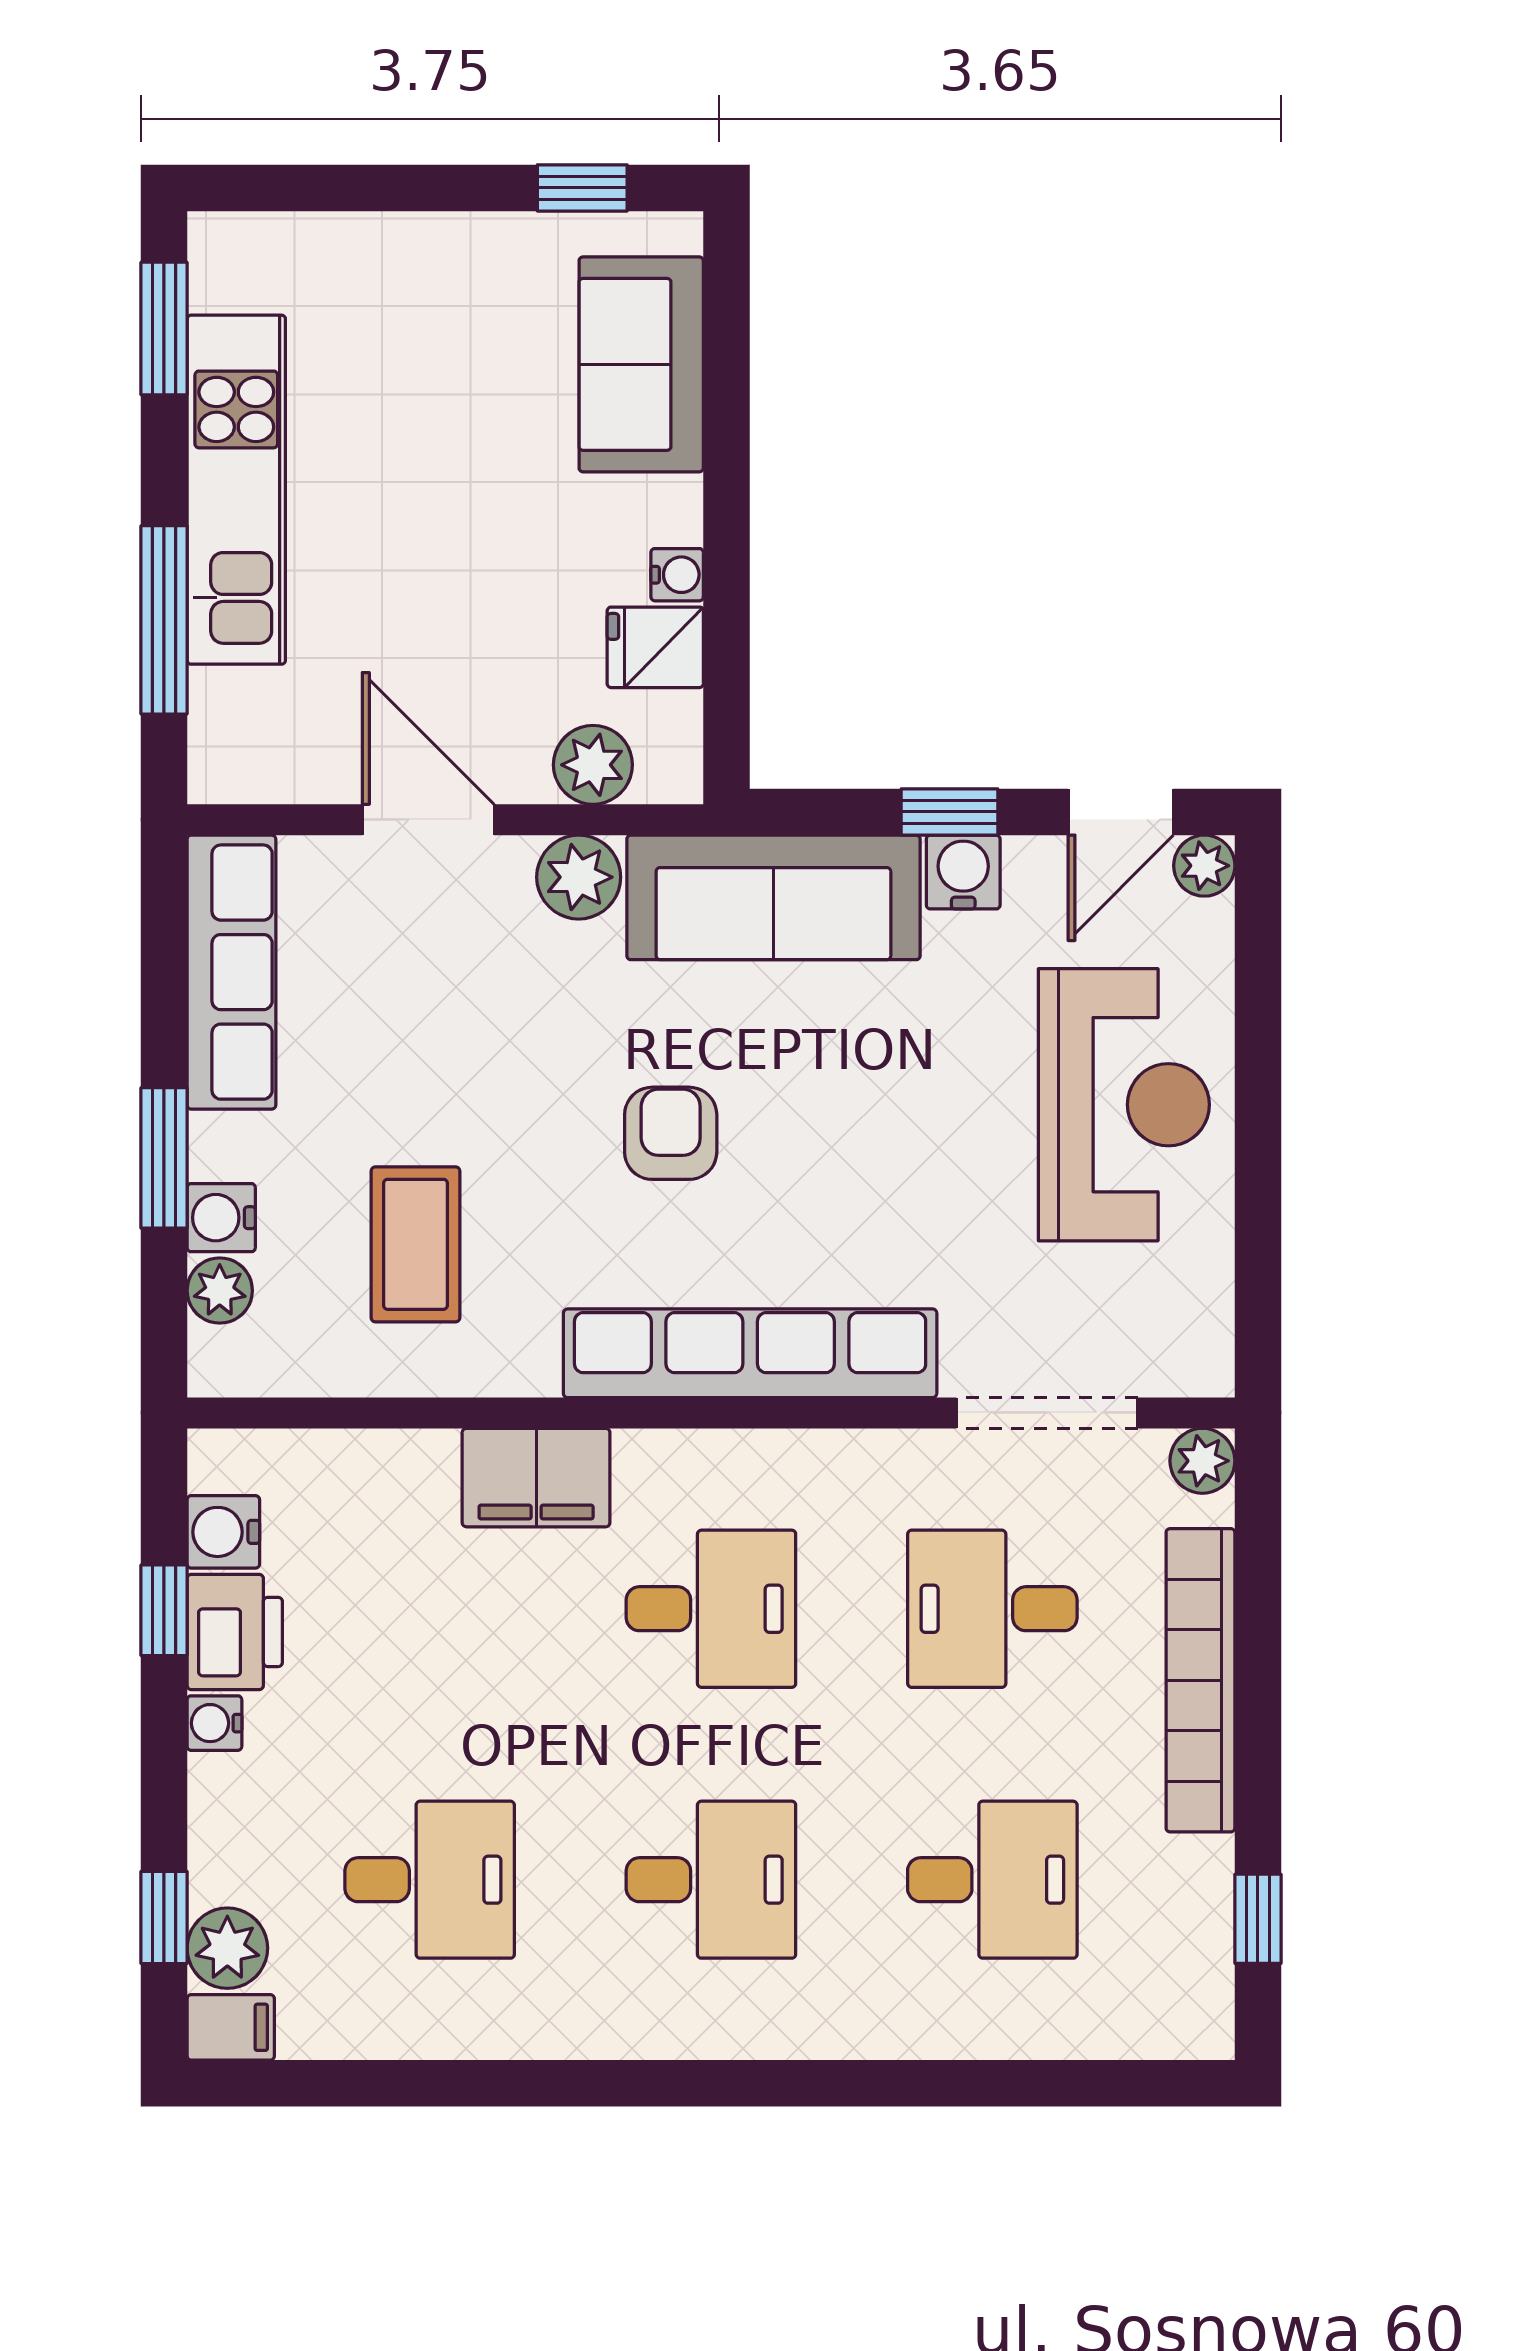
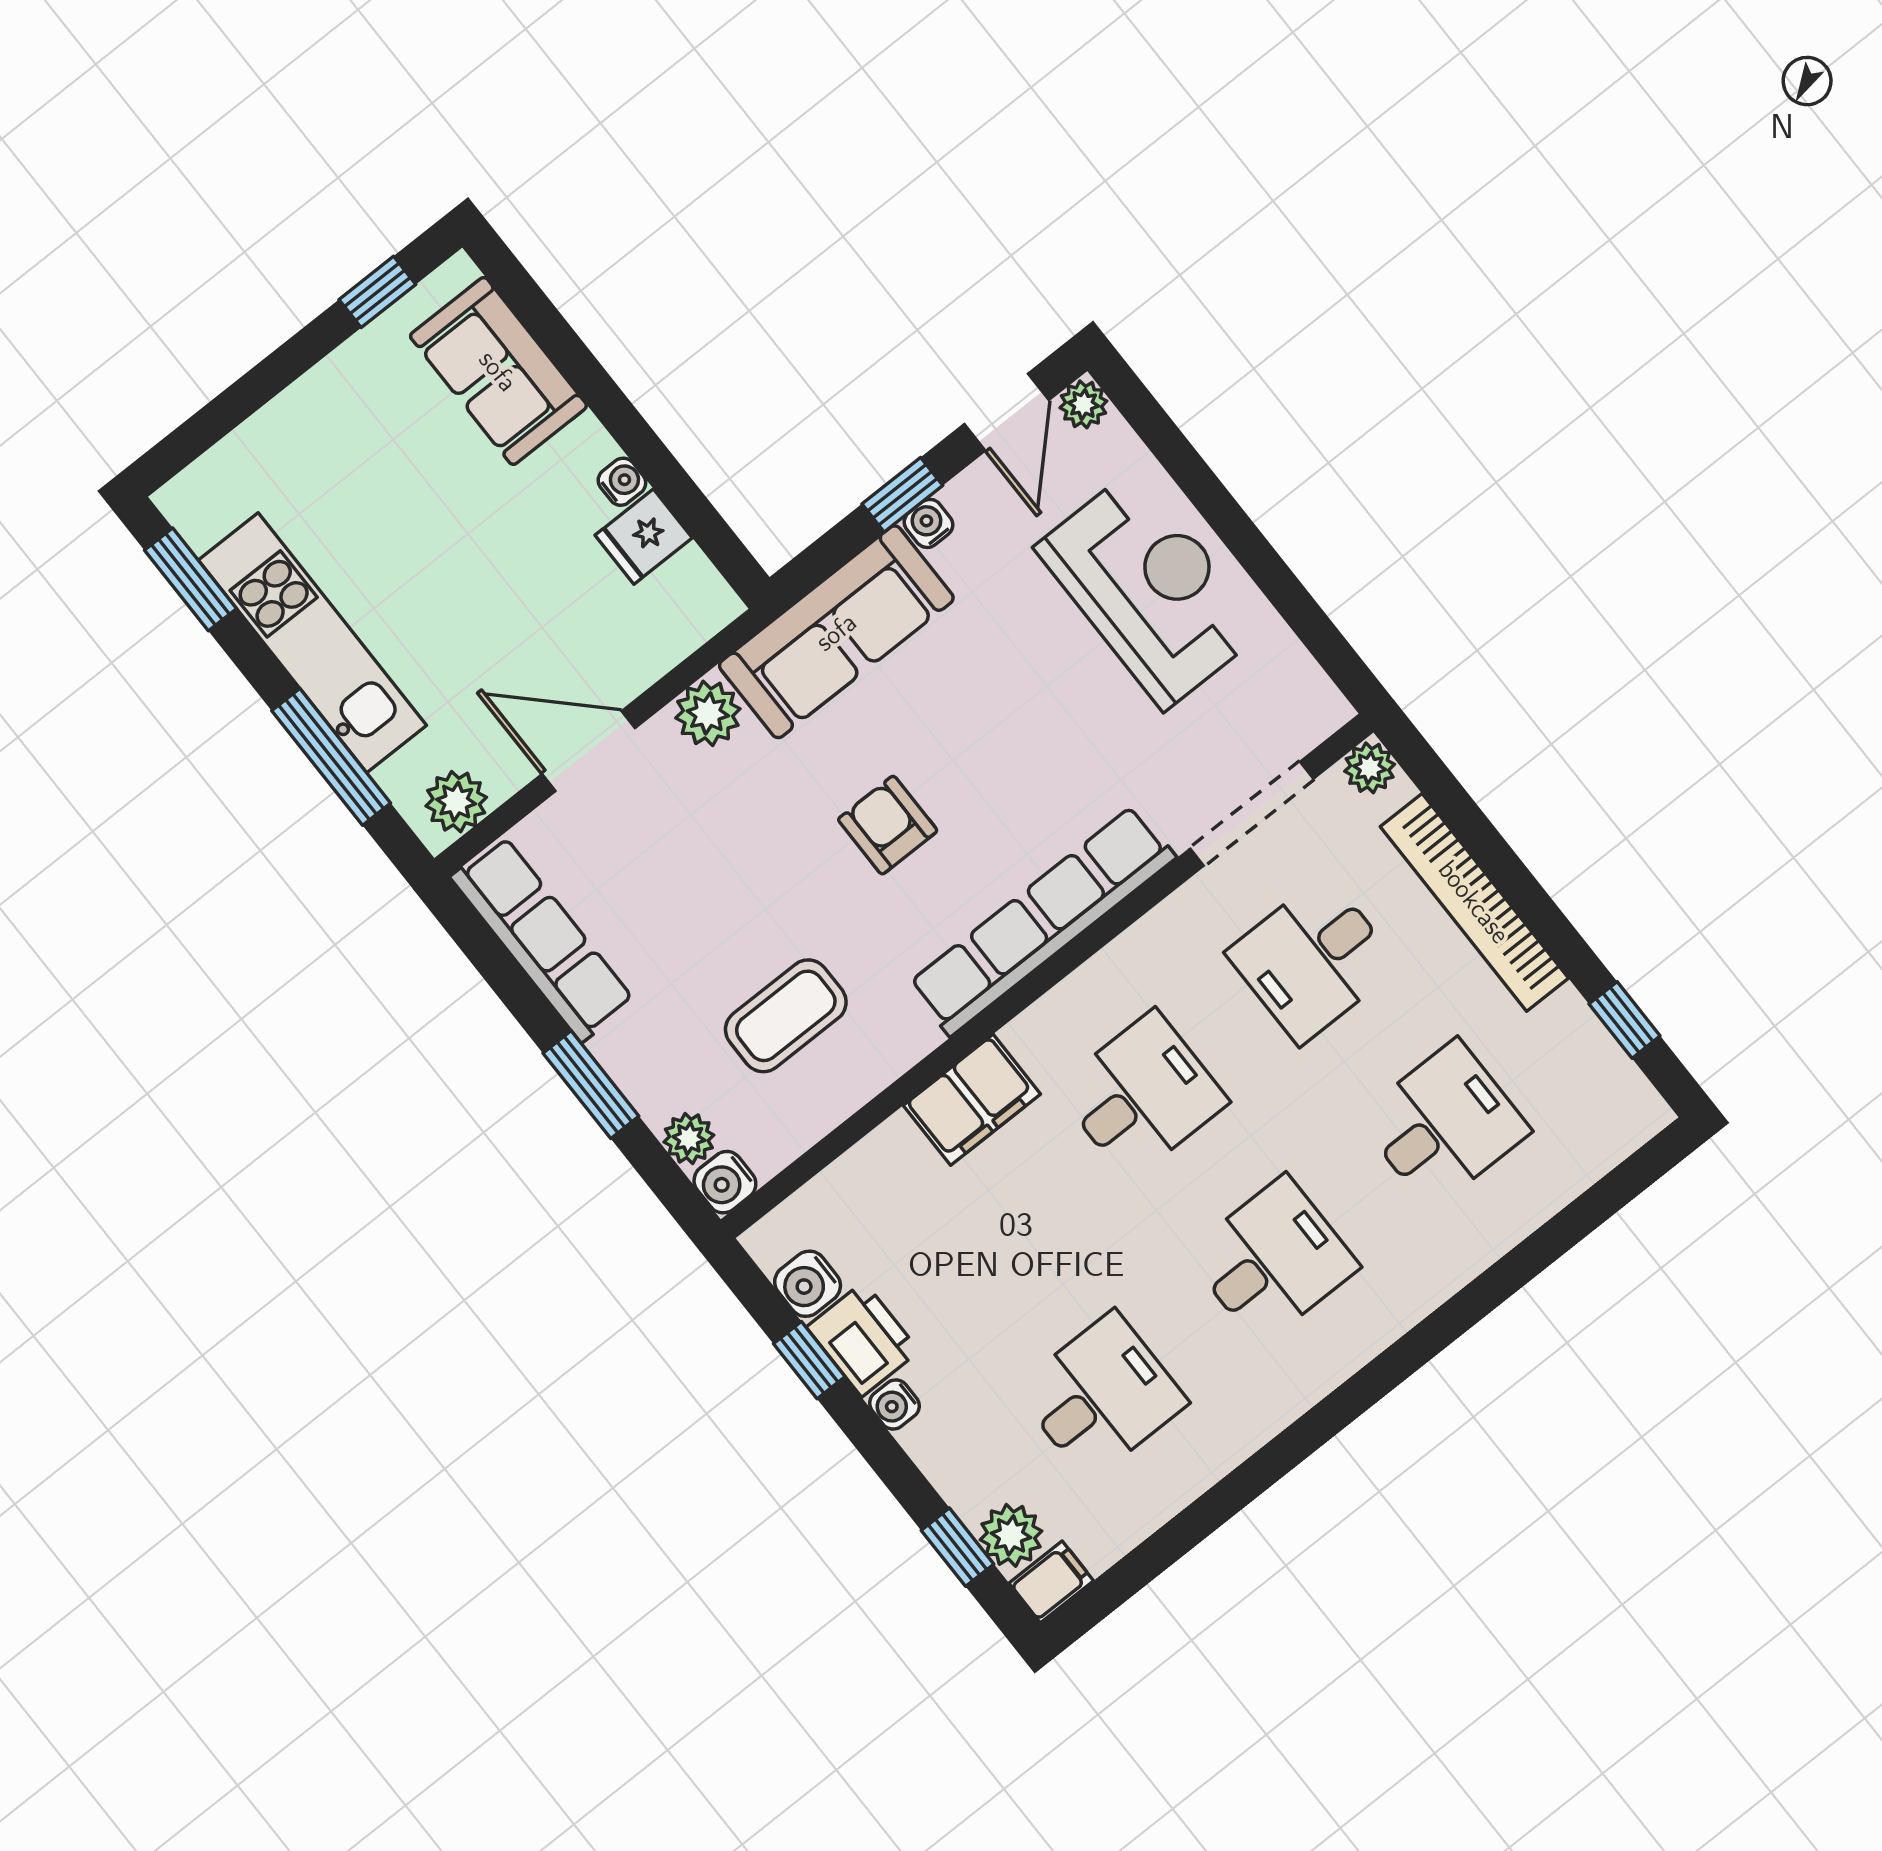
plant: (593, 765) -> (456, 802), moved
water cooler: (963, 872) -> (929, 523), width x0.72, depth x0.72
water cooler: (221, 1218) -> (725, 1182), moved
coffee table: (415, 1244) -> (786, 1016), turned 90

